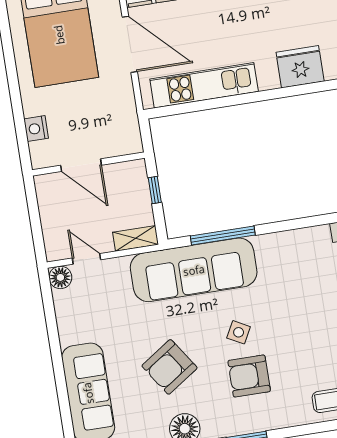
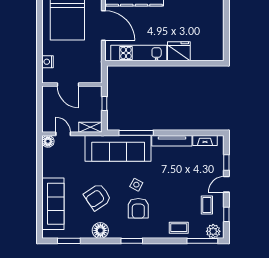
fridge: (300, 67) -> (179, 51), moved
tv unit: (292, 240) -> (172, 141), added
armchair: (249, 376) -> (138, 208), turned -90

